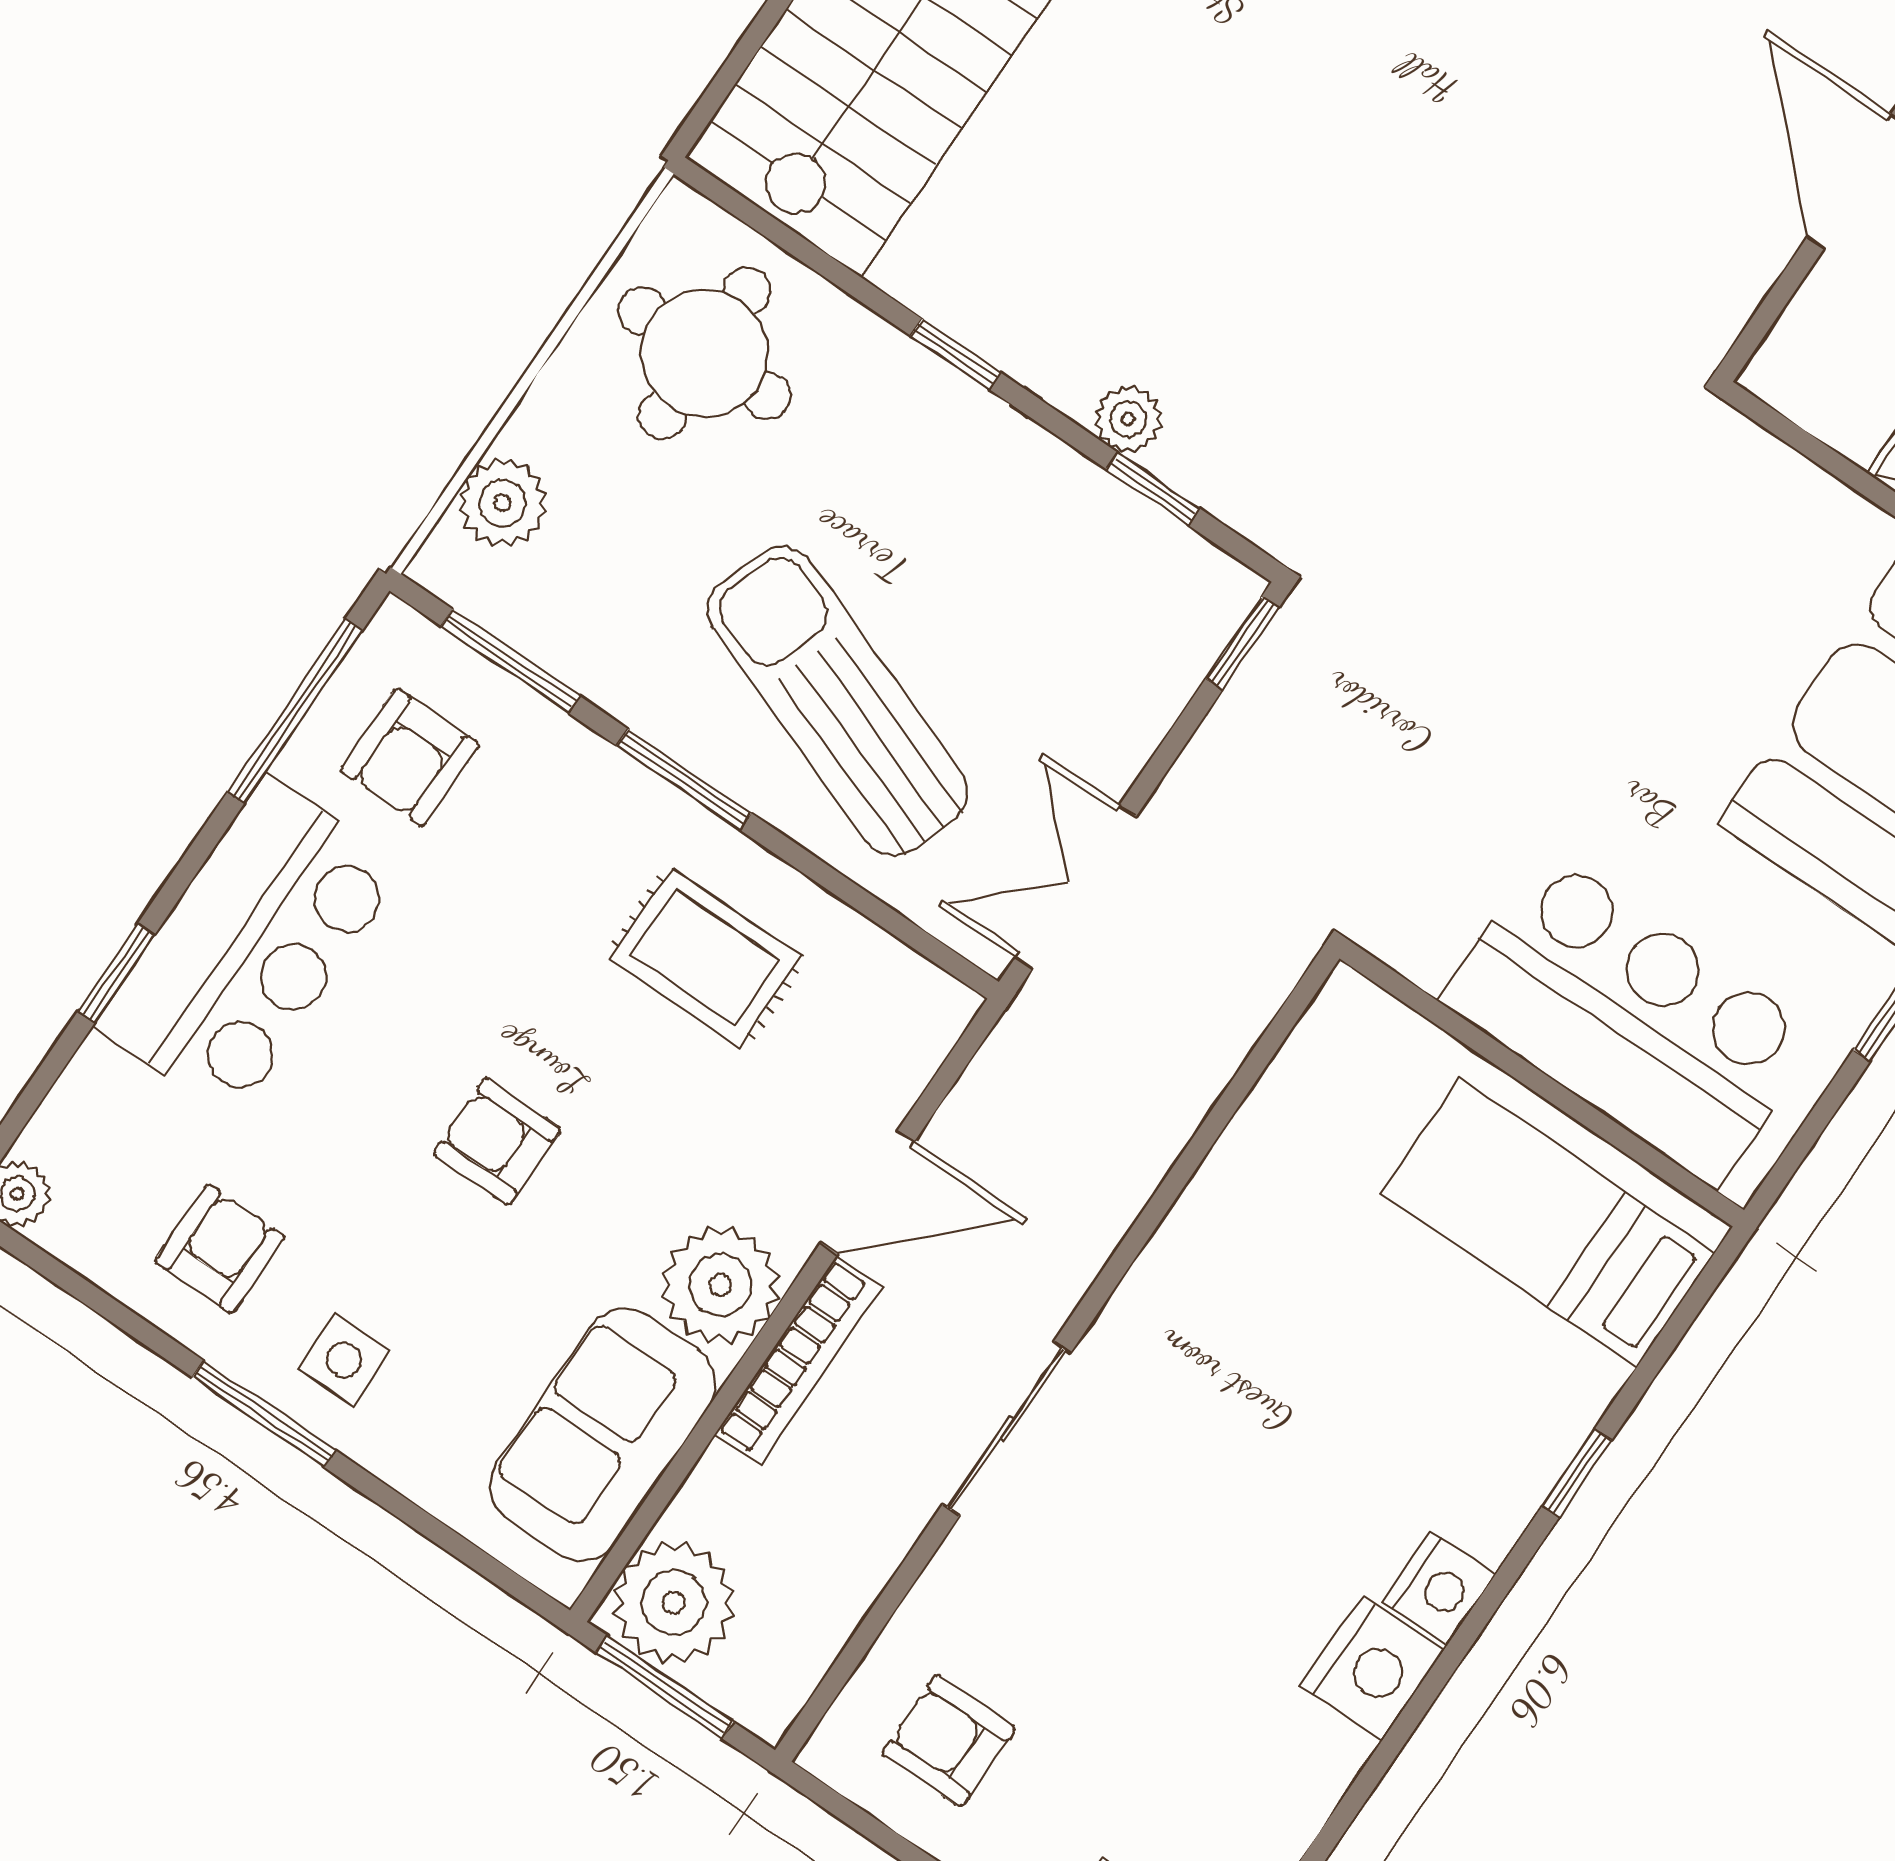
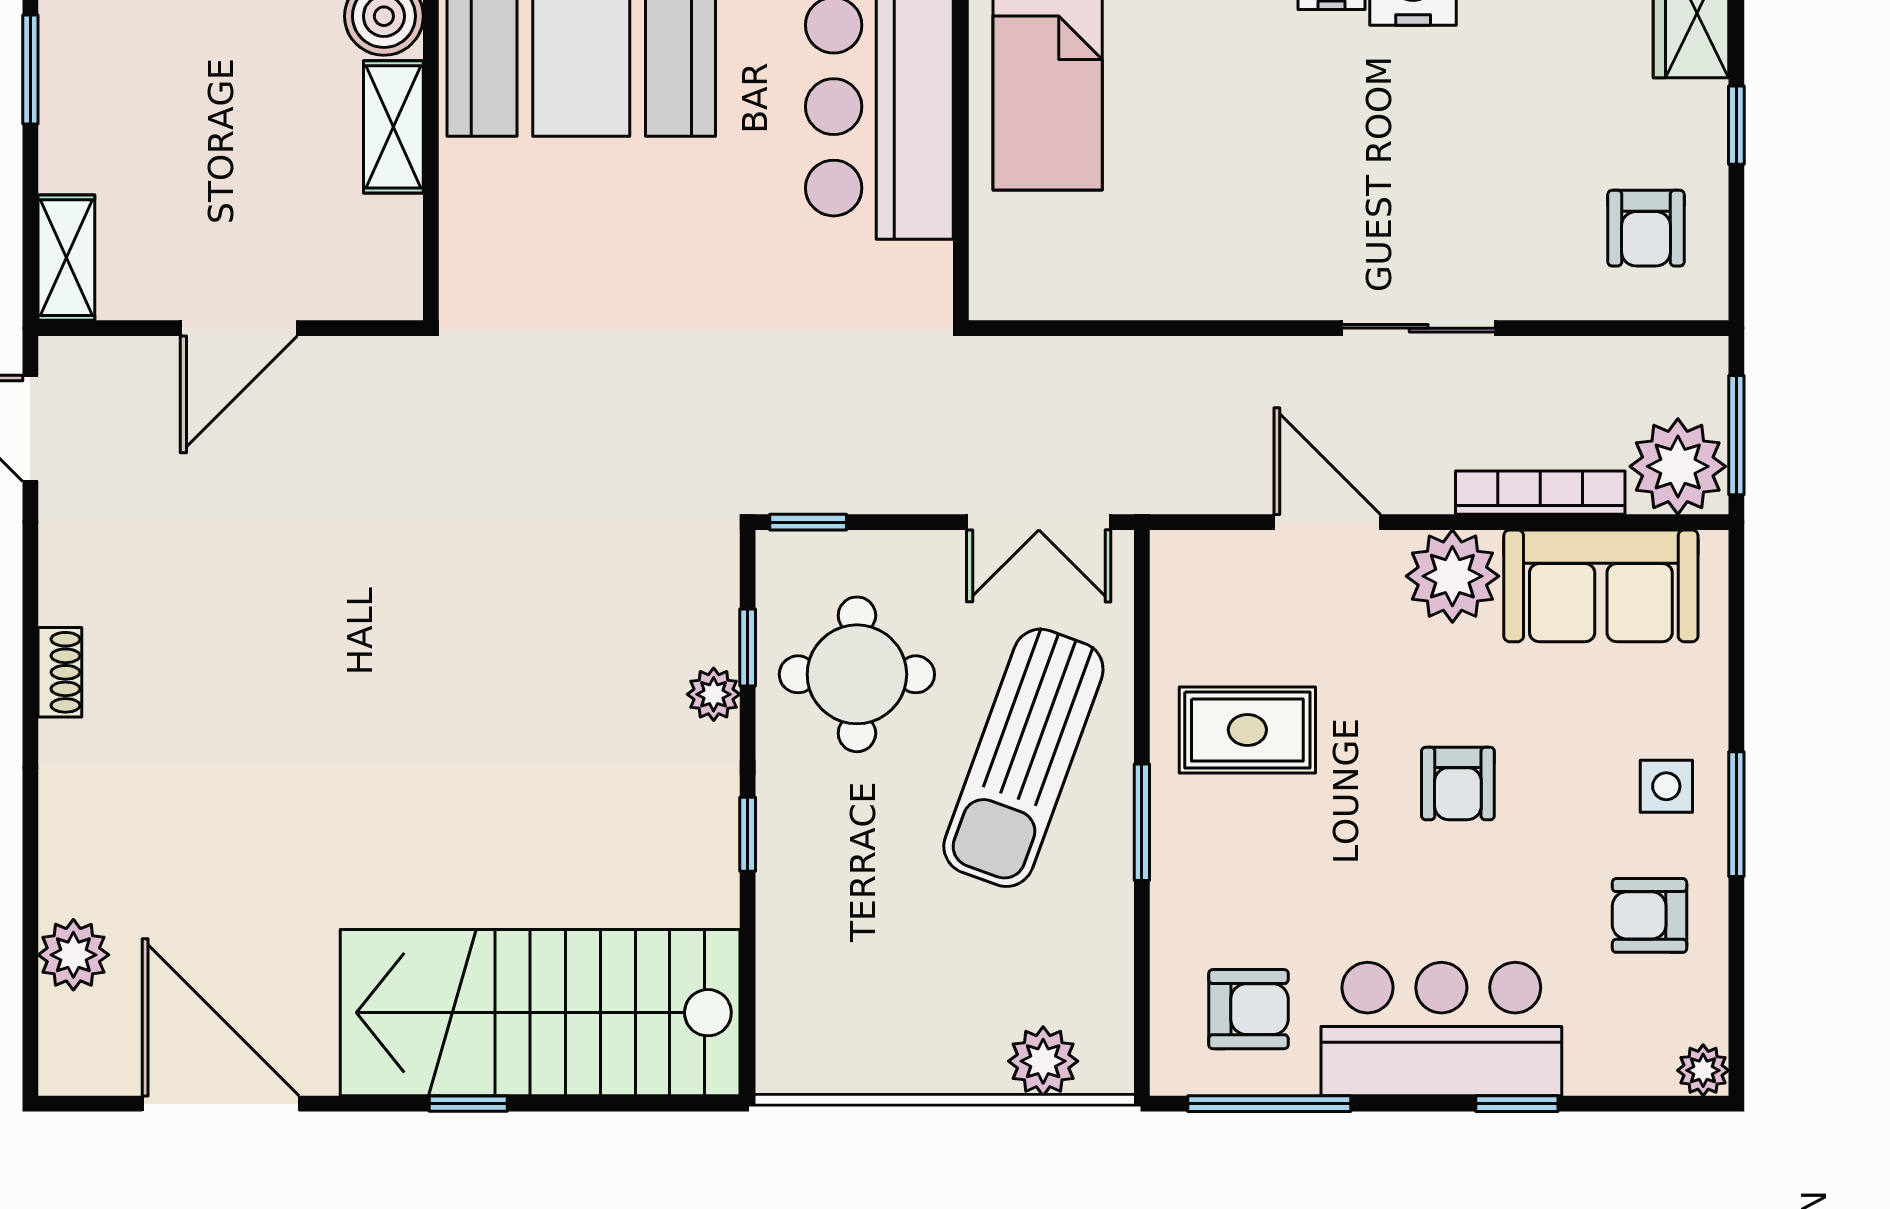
round table: (704, 353) -> (857, 674), moved
window: (511, 661) -> (1142, 986), removed
rug: (706, 958) -> (1247, 730), turned 90
bookcase: (798, 1360) -> (1540, 493), moved

